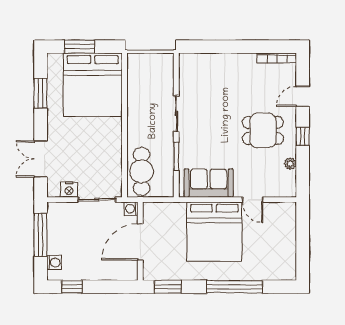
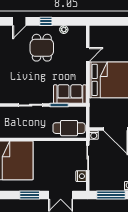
window: (41, 93) -> (30, 195), moved
door: (303, 96) -> (19, 21), hinge flipped
sofa: (209, 183) -> (70, 94), moved, turned 90

